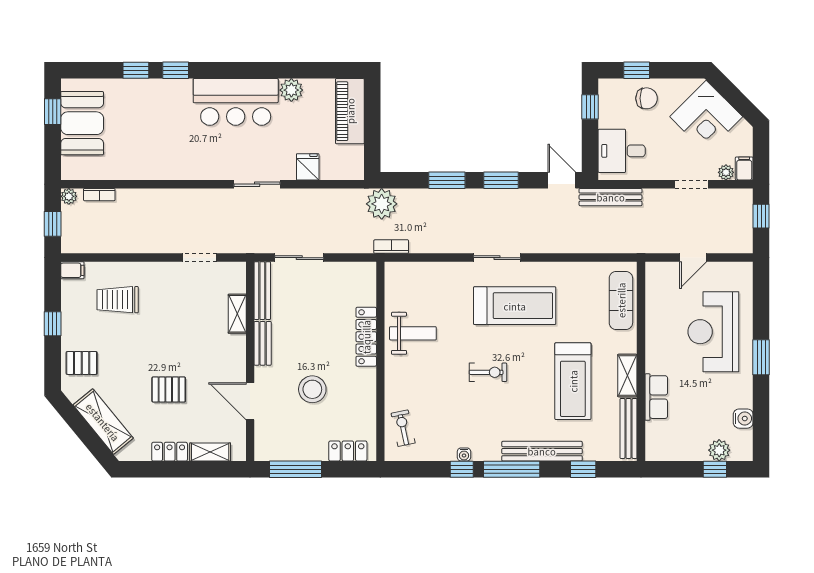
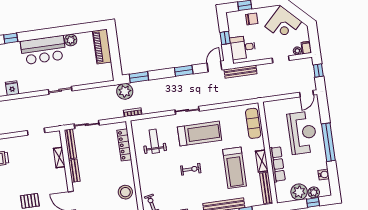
window: (590, 107) -> (225, 38), moved
fridge: (308, 167) -> (12, 88), moved
window: (447, 180) -> (139, 77), moved
door: (562, 180) -> (214, 67), hinge flipped
door: (693, 258) -> (307, 94), moved
reception desk: (713, 332) -> (302, 133), turned 180
weight bench: (413, 333) -> (154, 141), moved, turned -90
locker: (366, 337) -> (124, 145), moved
window: (761, 357) -> (328, 142), width x2.11
stool: (312, 389) -> (125, 192), moved
row of seats: (656, 397) -> (277, 164), width x1.48
plant: (691, 445) -> (299, 192), added

